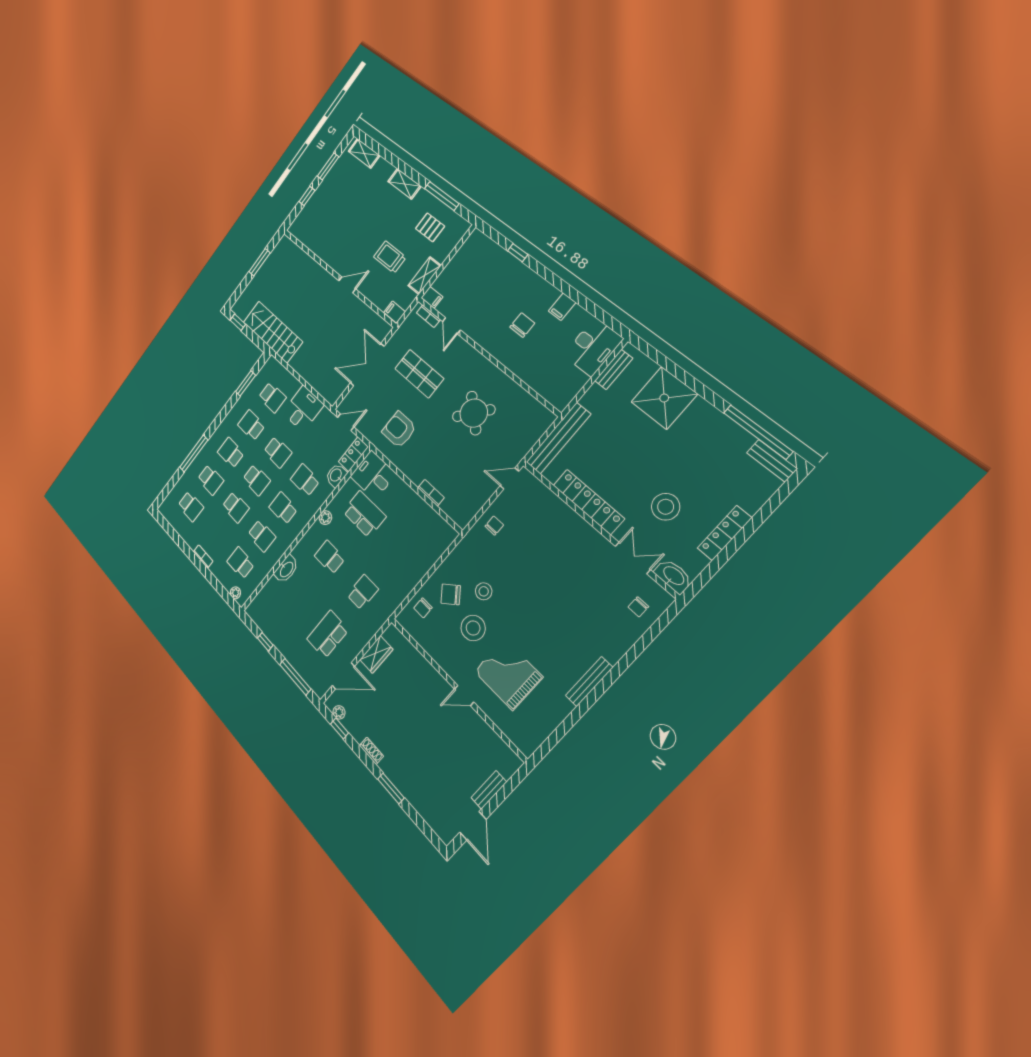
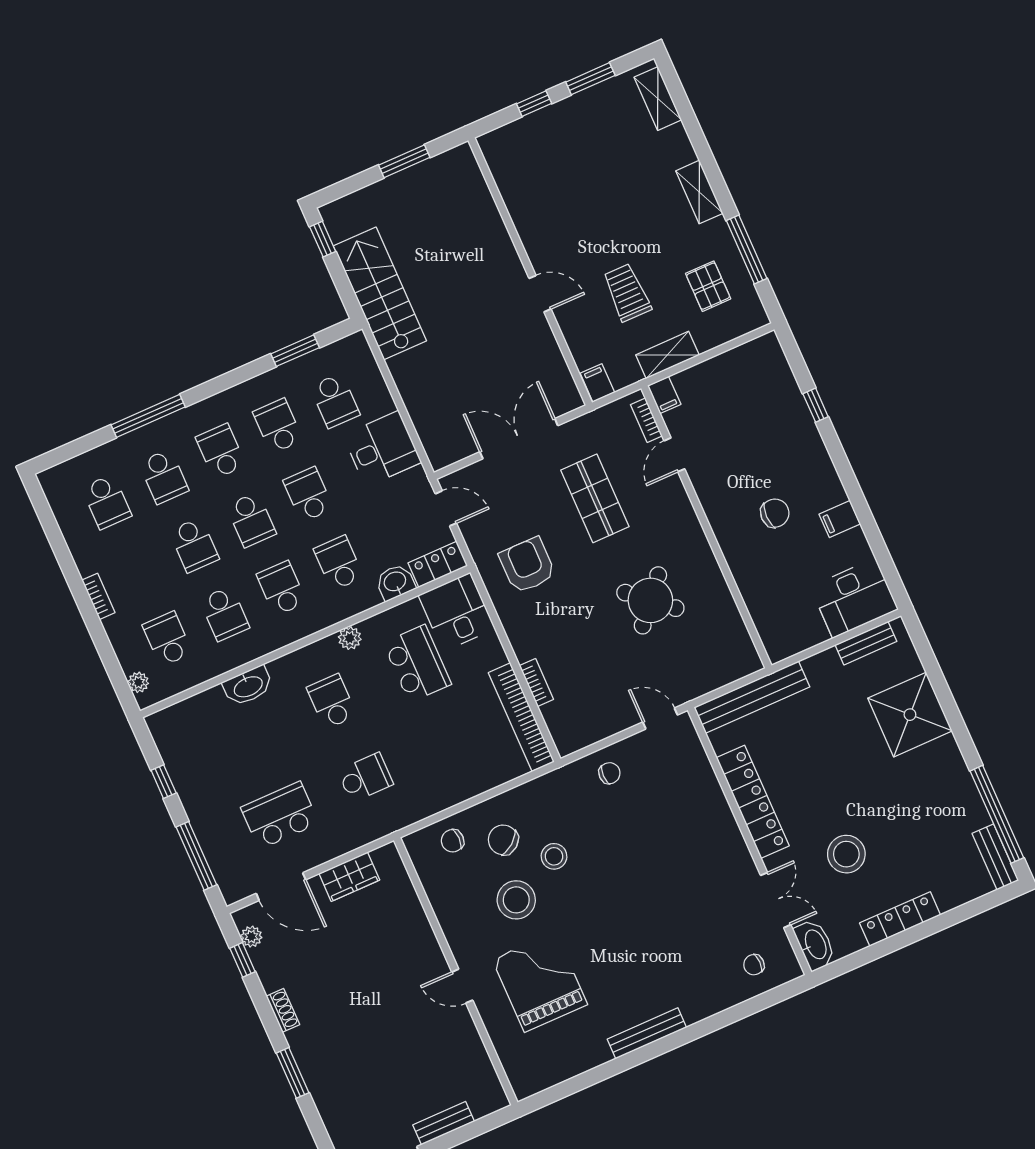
school desk: (278, 452) -> (308, 495), turned 180
bookcase: (431, 517) -> (521, 717), added

